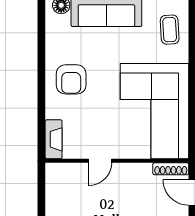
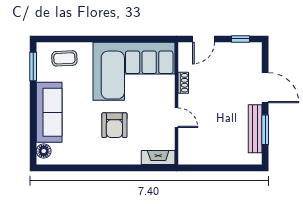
armchair: (71, 79) -> (114, 125), moved, turned 90
shoe rack: (171, 169) -> (183, 83), moved, width x0.70

